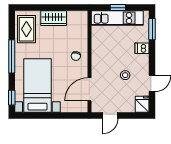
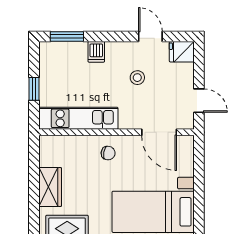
kitchen unit: (117, 18) -> (78, 118), moved, turned -90

